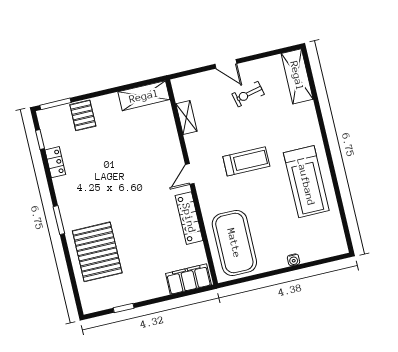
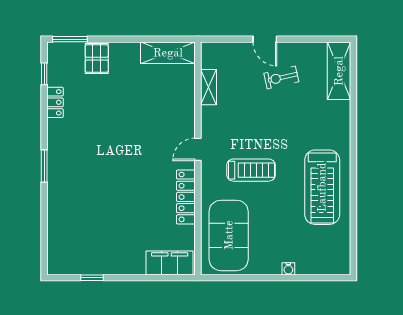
treadmill: (246, 161) -> (251, 170), moved
pallet: (97, 252) -> (78, 210), removed

